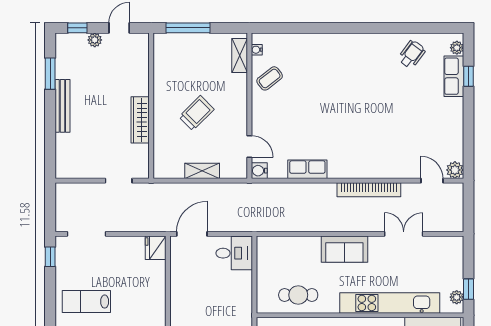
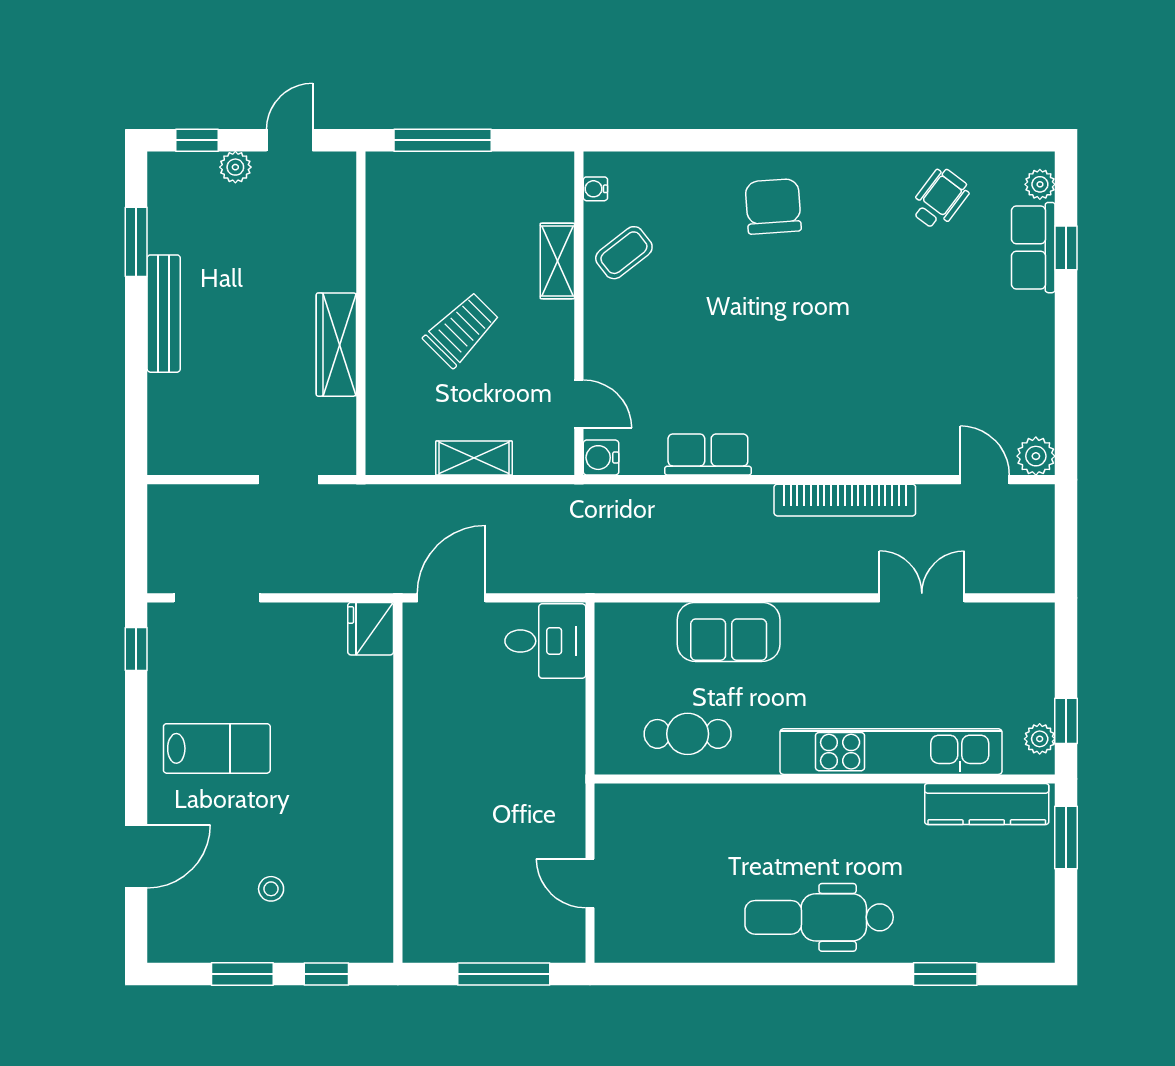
shelving: (240, 56) -> (557, 261), moved
chair: (337, 58) -> (773, 206), added
sofa: (344, 249) -> (729, 632), moved
lab bench: (86, 302) -> (217, 748), turned 180

